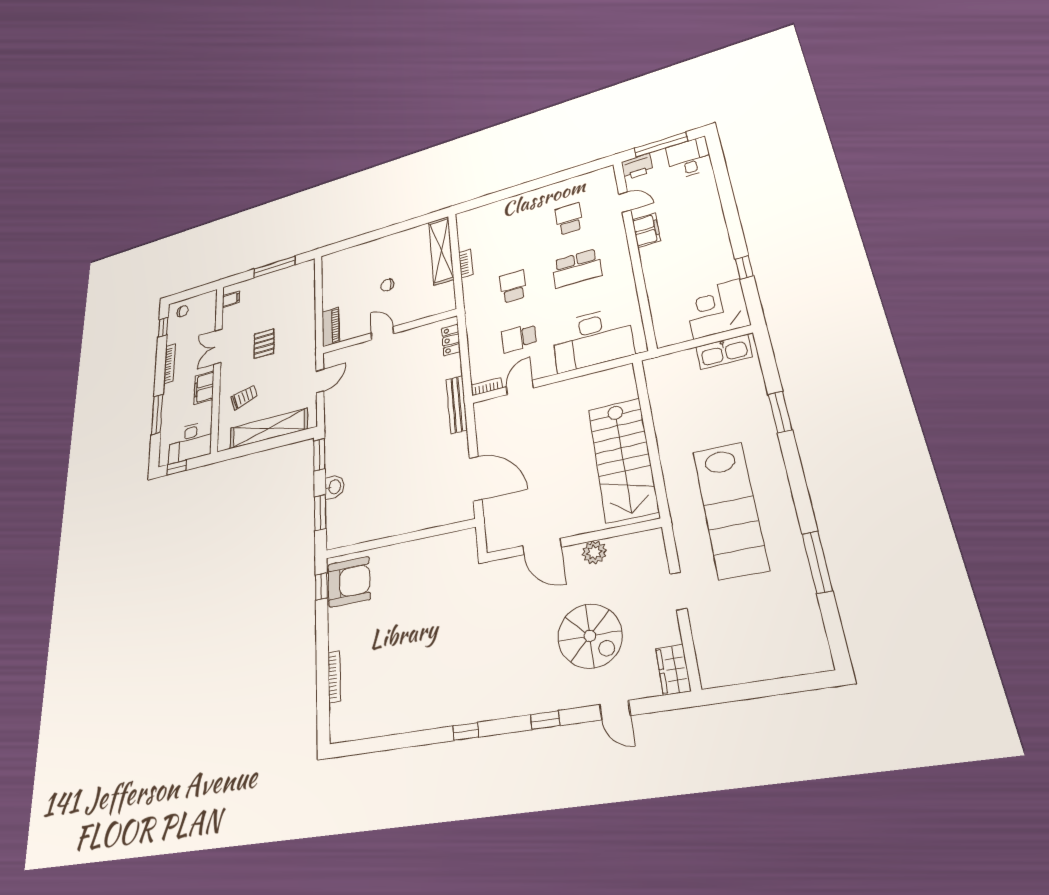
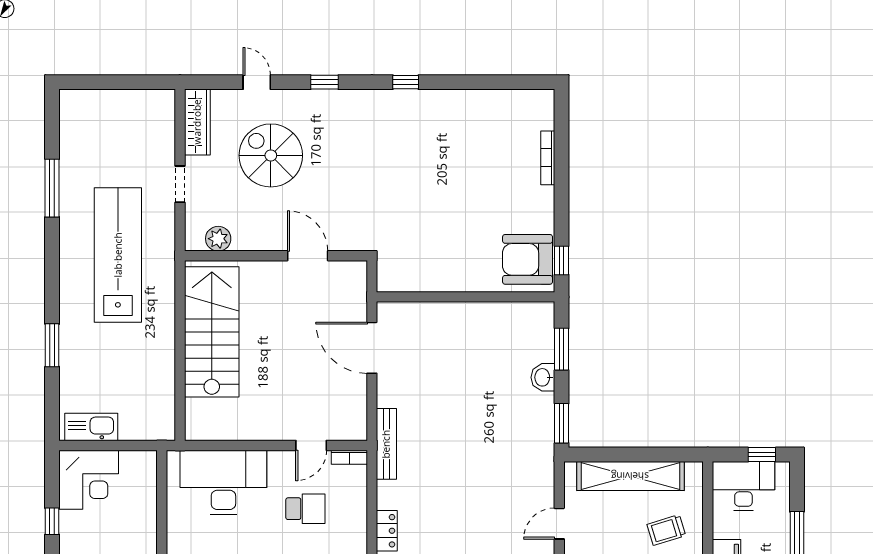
plant: (594, 552) -> (218, 239), moved
wardrobe: (673, 670) -> (197, 122), width x1.50

